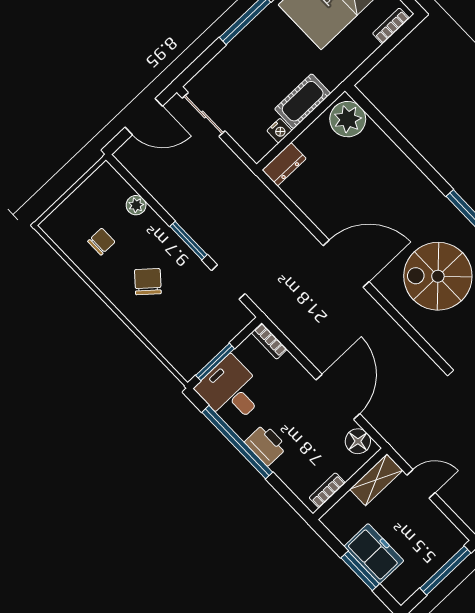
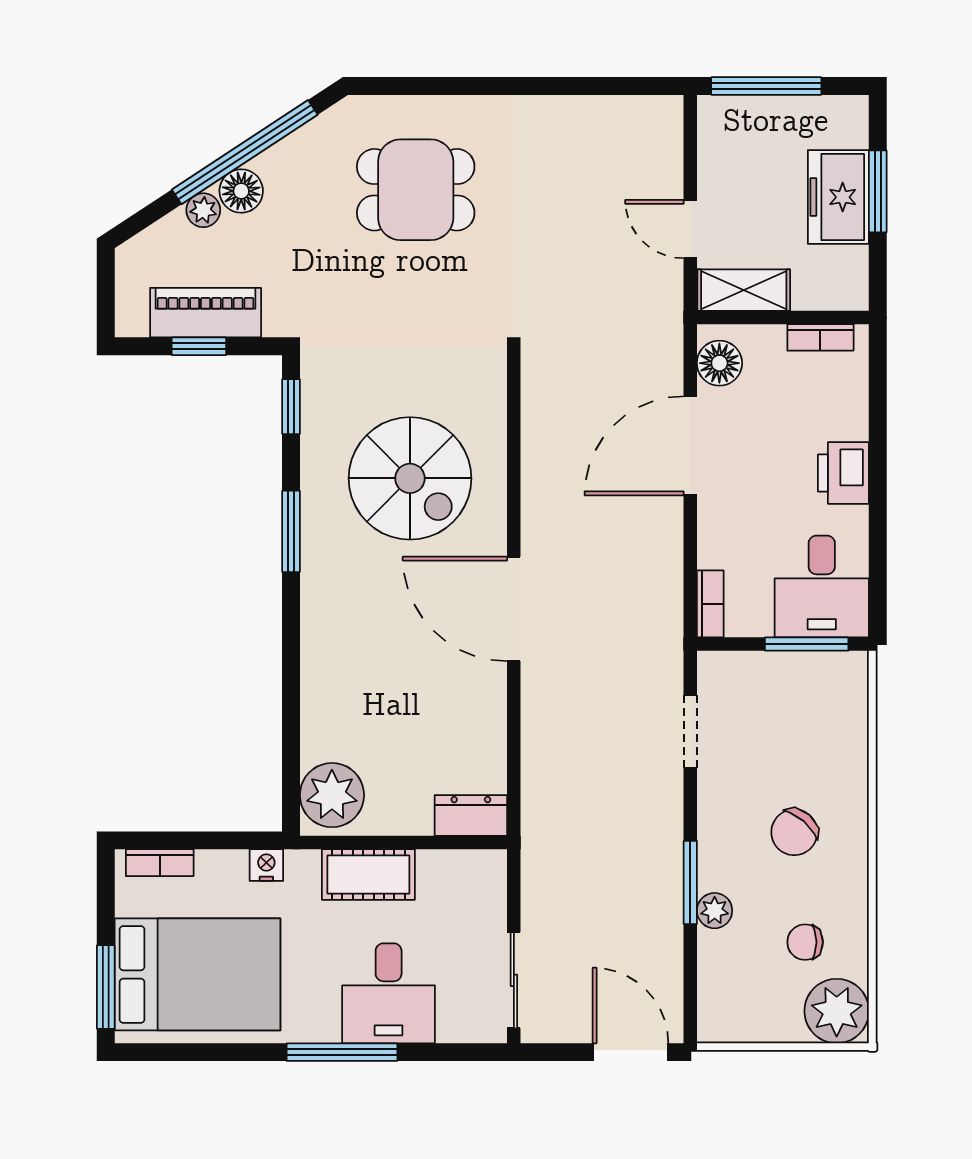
desk: (249, 61) -> (389, 993), added
door: (144, 117) -> (630, 1052), moved
nightstand: (279, 131) -> (266, 865), moved
plant: (136, 205) -> (715, 911), moved
plant: (62, 226) -> (837, 1011), added
window: (189, 241) -> (690, 882), moved
window: (237, 442) -> (878, 512), removed

